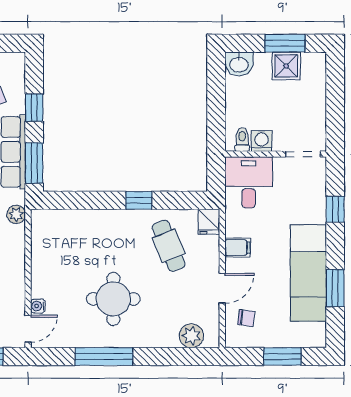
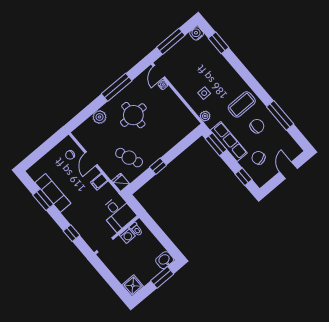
window: (285, 43) -> (162, 277), moved
shower: (286, 66) -> (133, 286), moved
window: (34, 108) -> (244, 177), moved
exam couch: (308, 273) -> (53, 193), width x0.73, depth x0.69
plant: (191, 336) -> (99, 117), moved
window: (282, 357) -> (41, 152), removed

